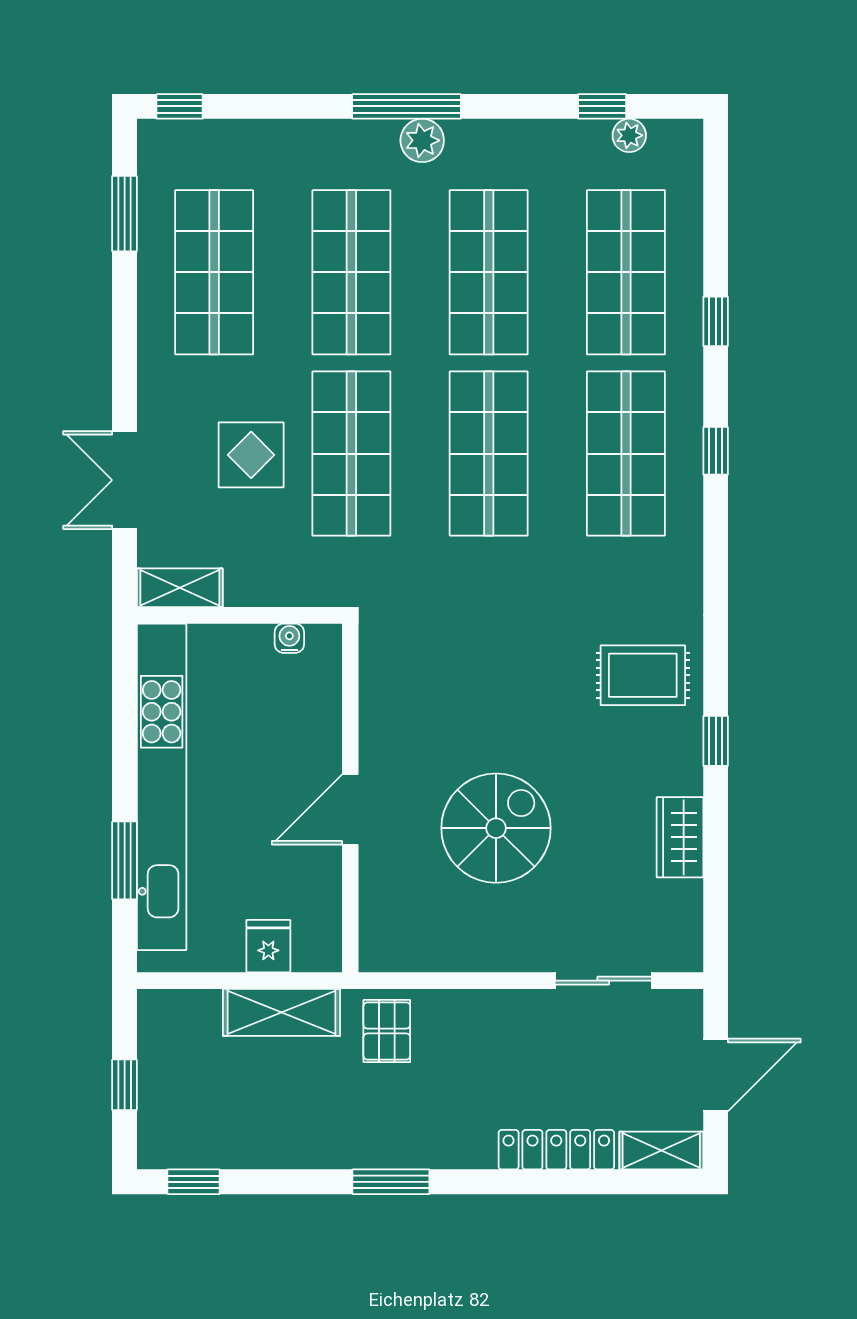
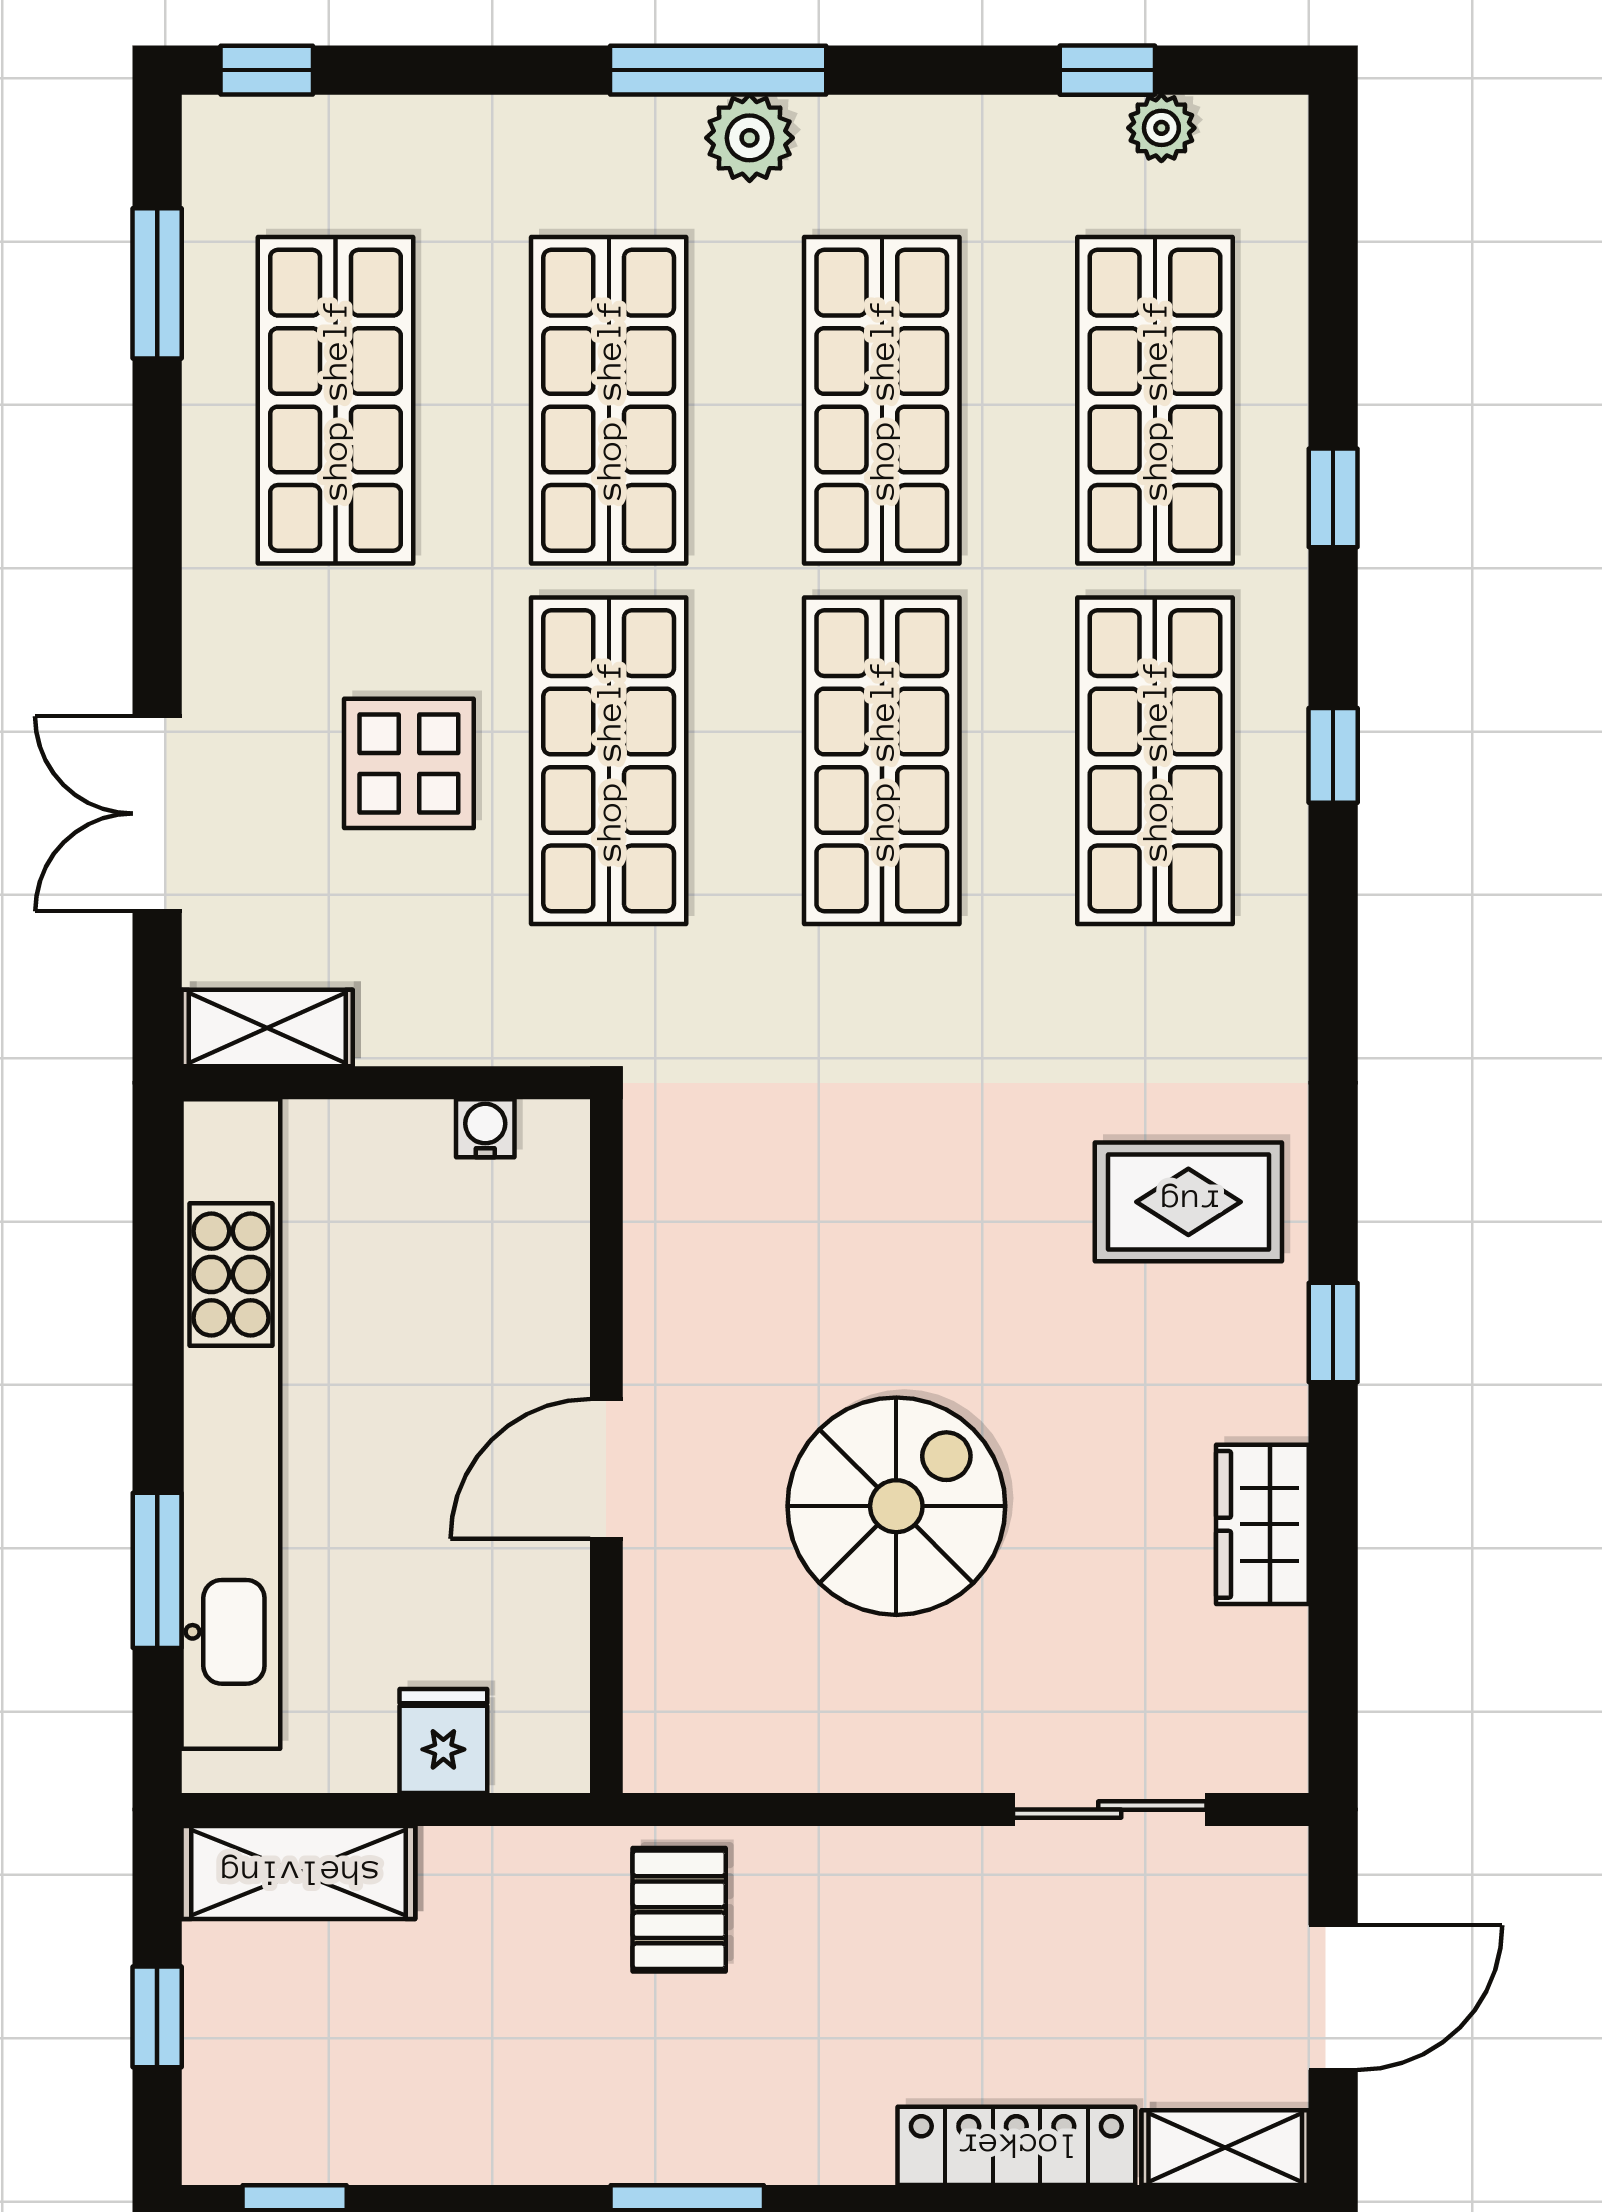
shelving: (282, 1012) -> (298, 1873), moved

